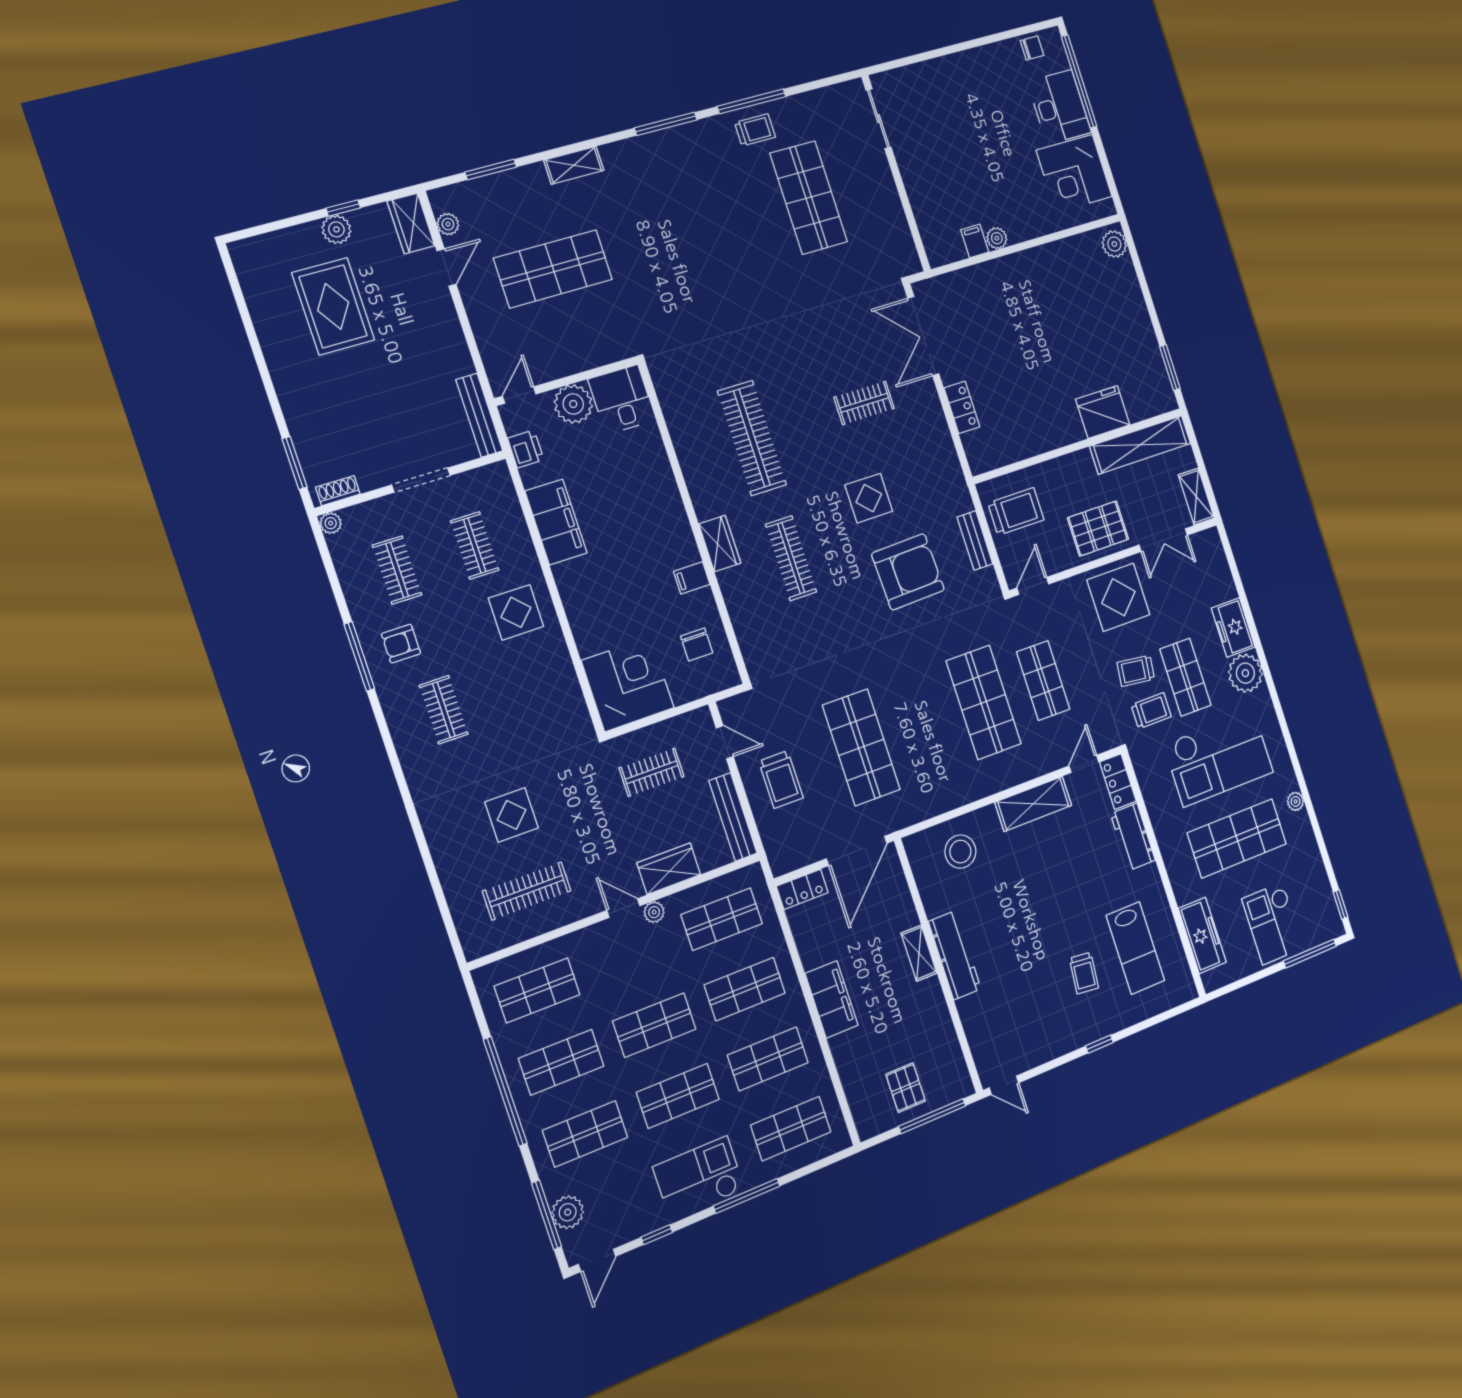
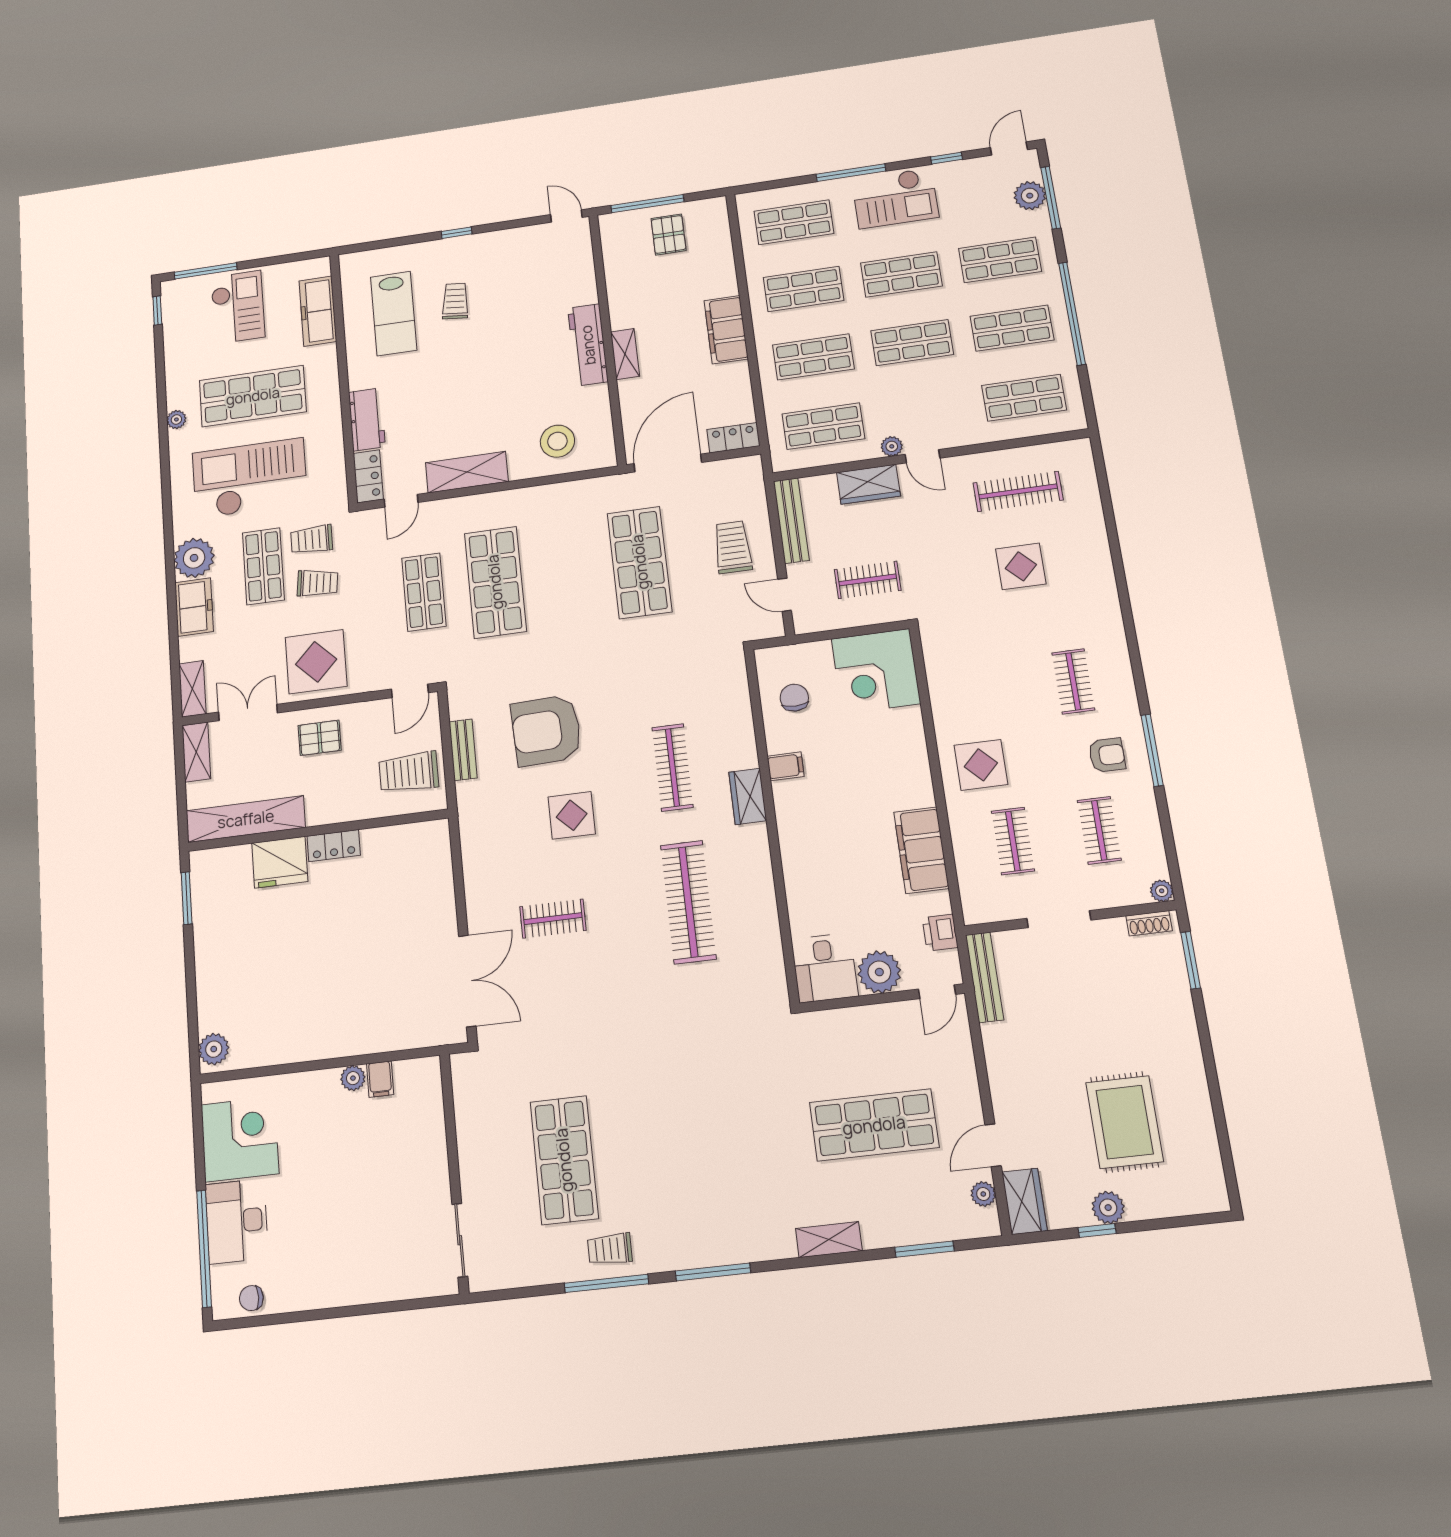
locker: (962, 407) -> (334, 846), moved, turned -90
pallet: (1098, 529) -> (320, 738), width x0.67, depth x0.71
shelving: (1215, 553) -> (192, 689), added
lab bench: (1135, 948) -> (394, 313), turned 180

